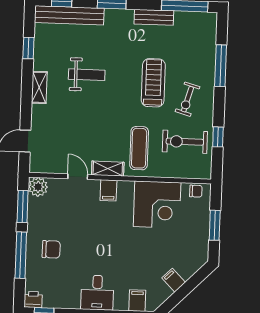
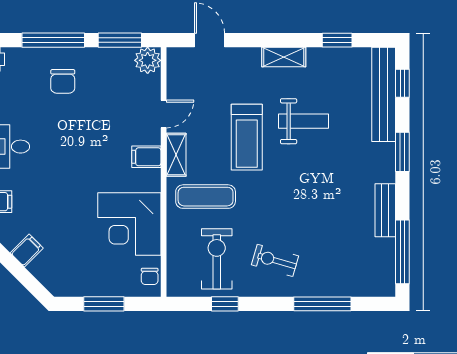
weight bench: (87, 75) -> (303, 121), turned -90
treadmill: (153, 83) -> (247, 137), moved, turned 90

